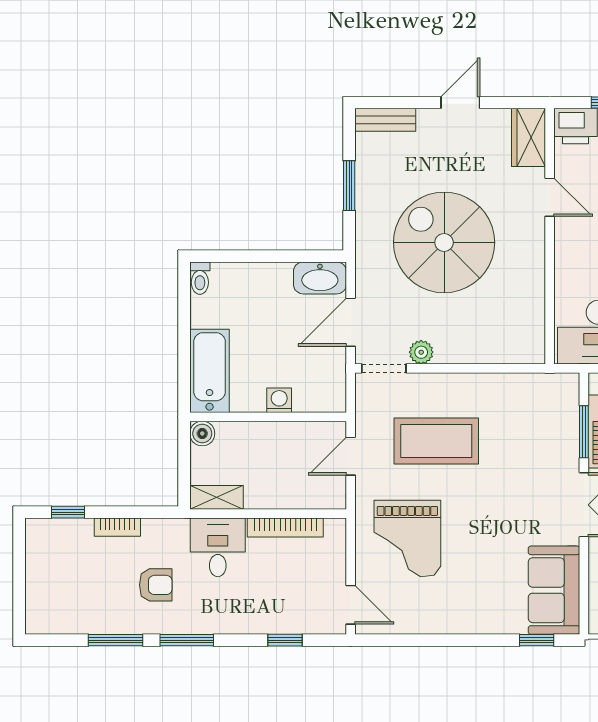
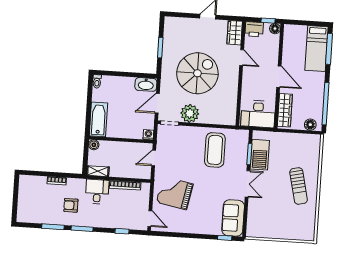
bench: (385, 120) -> (177, 22), removed
spiral stairs: (444, 242) -> (197, 73), turned 90
plant: (421, 352) -> (190, 113), width x1.88, depth x1.88
washing machine: (279, 400) -> (148, 135), moved
coffee table: (436, 441) -> (215, 150), moved, turned 90
window: (68, 512) -> (37, 173), removed
grand piano: (407, 539) -> (175, 193), turned 101
armchair: (156, 585) -> (71, 205), turned 180

